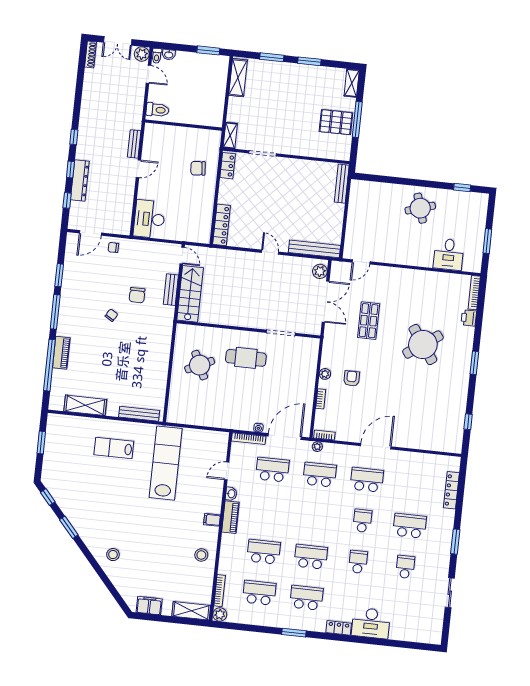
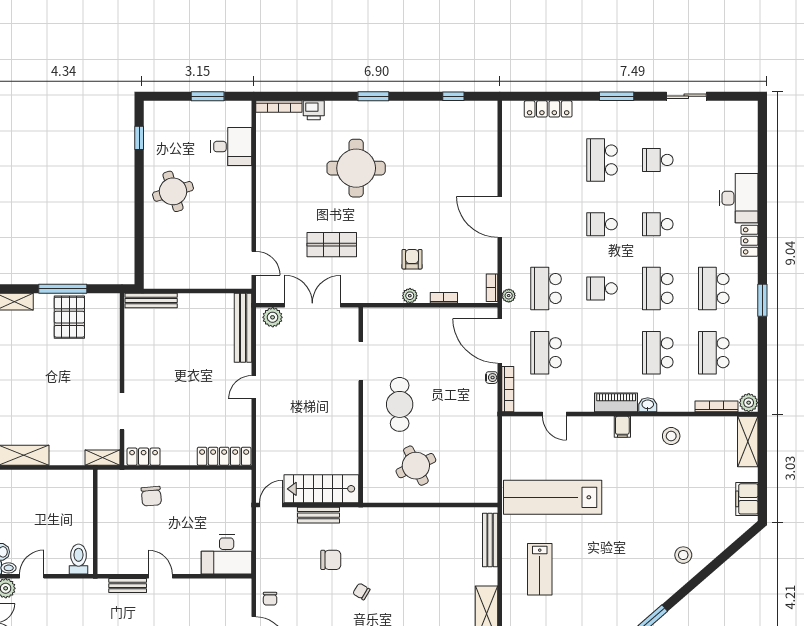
round table: (423, 345) -> (356, 168), turned 35
armchair: (352, 378) -> (412, 259), turned 90
school desk: (367, 480) -> (602, 288), moved, width x0.54
washbasin: (231, 494) -> (648, 405), moved

